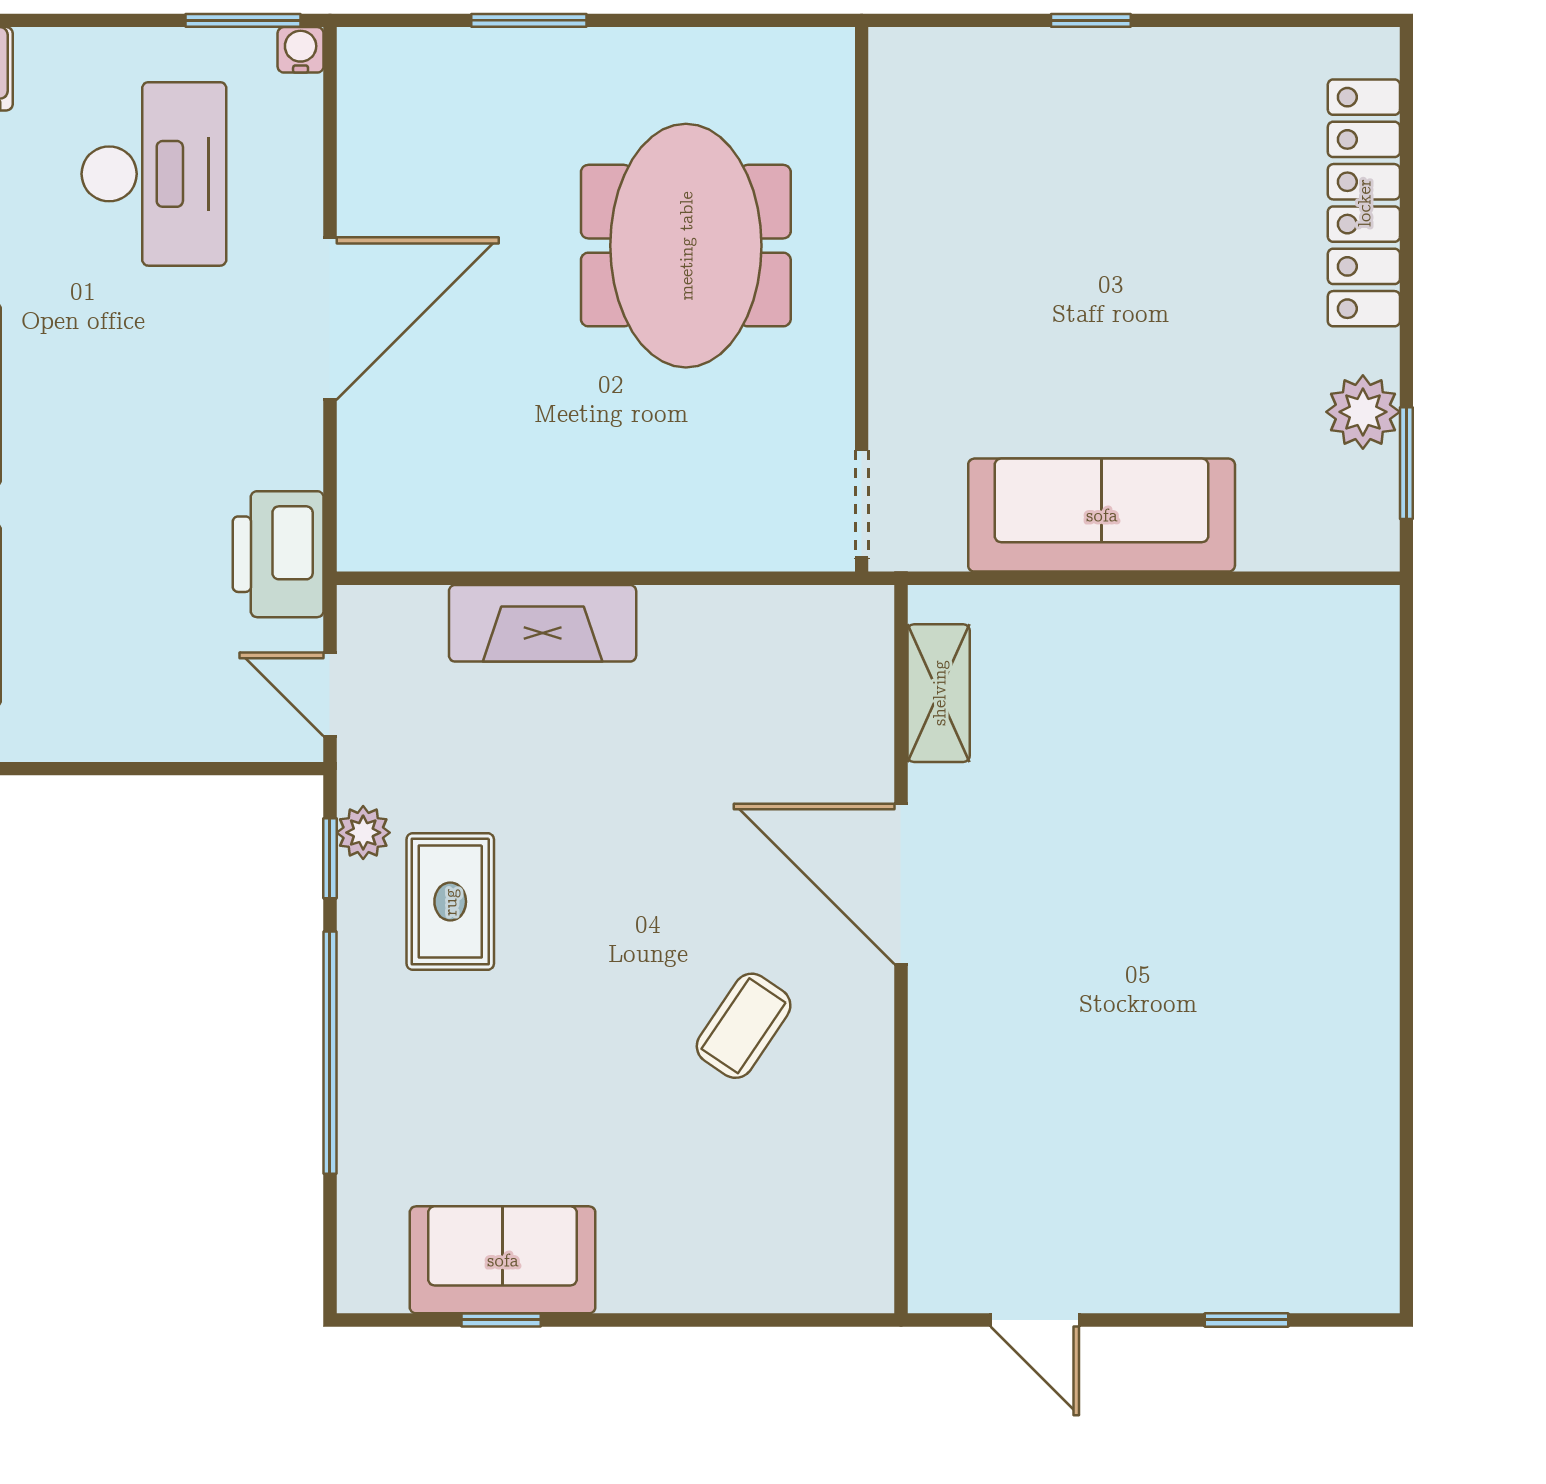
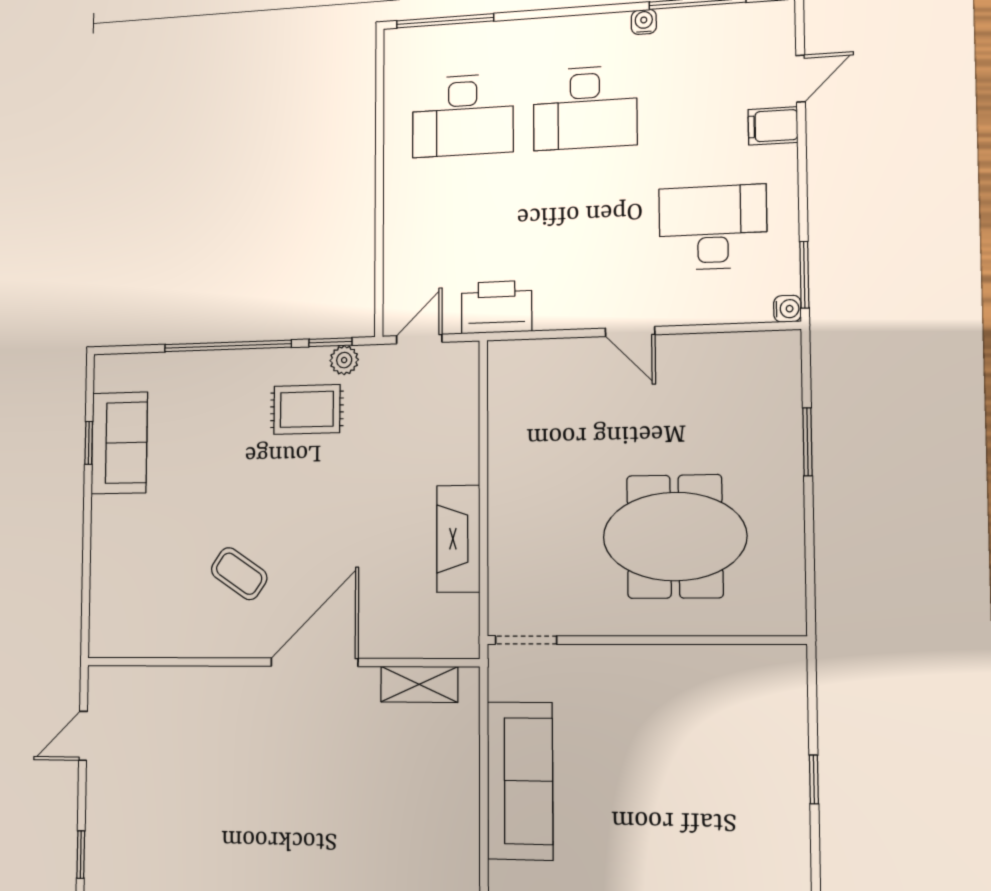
desk: (154, 174) -> (713, 227), turned 180
door: (330, 319) -> (630, 331), width x0.53
fireplace: (543, 623) -> (458, 539), moved

